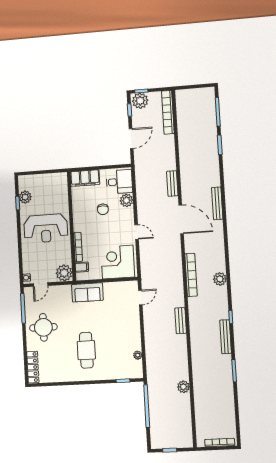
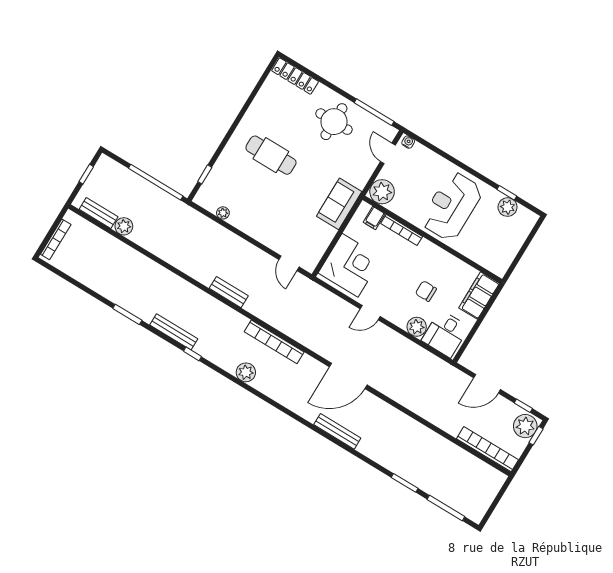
door: (131, 139) -> (487, 384), hinge flipped
bench: (172, 183) -> (99, 213), moved
plant: (183, 387) -> (124, 226), moved

